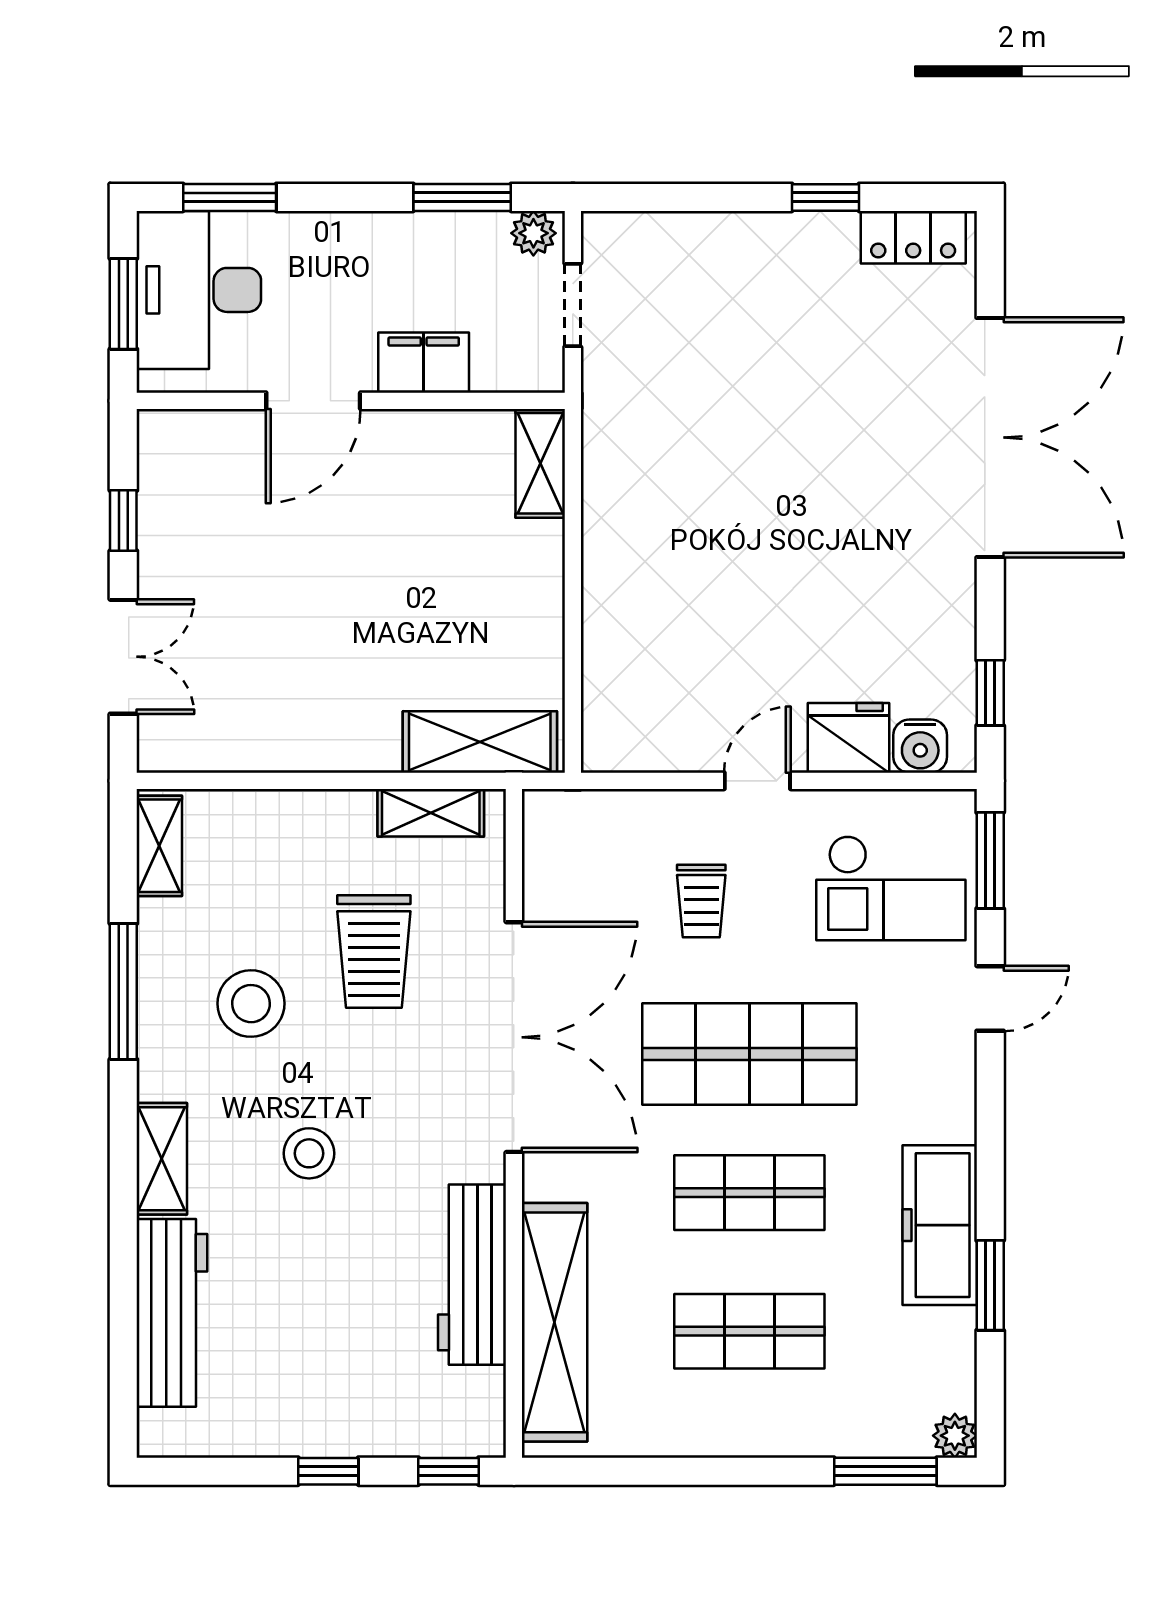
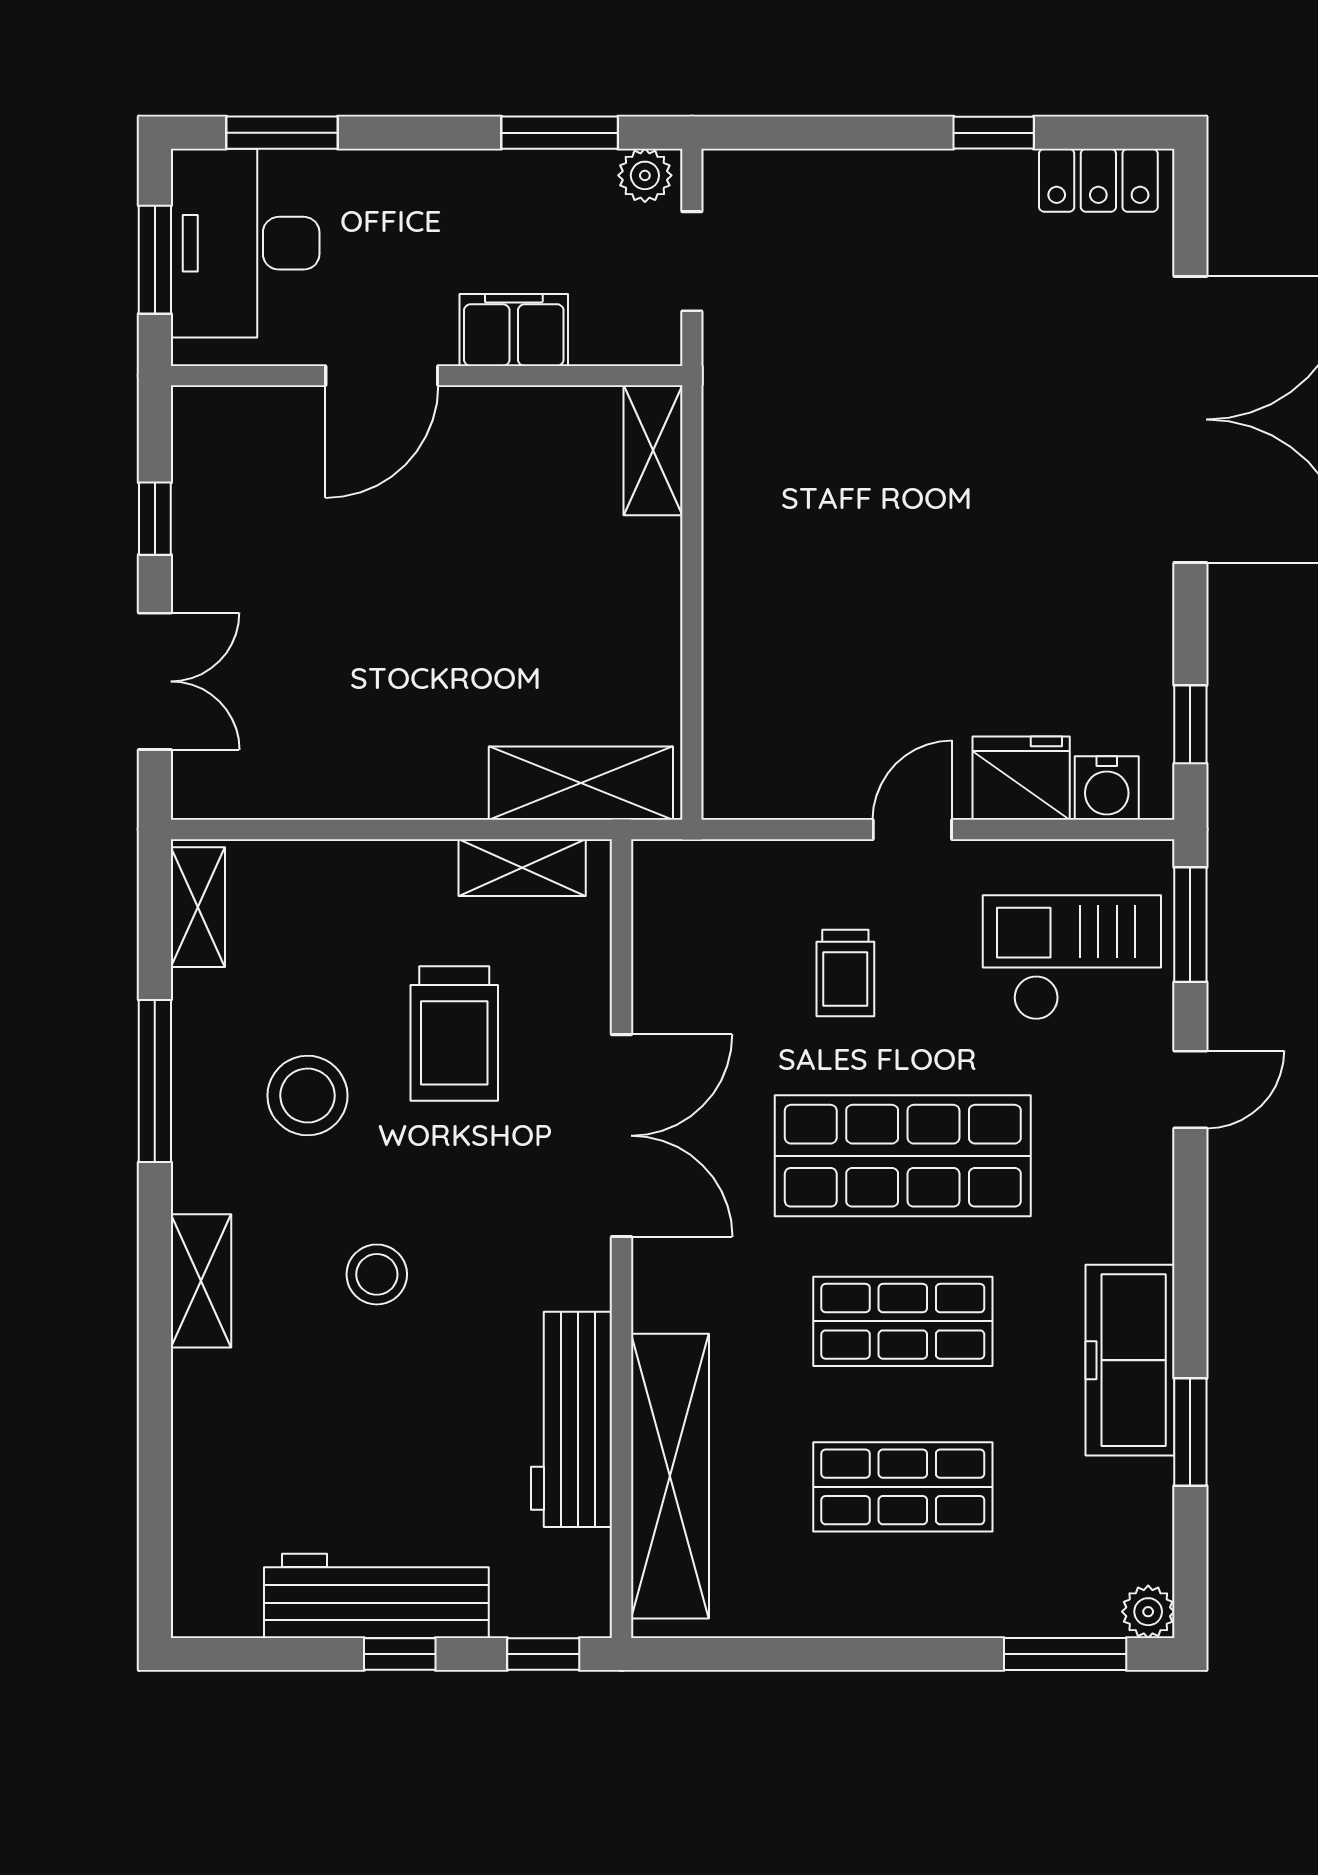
checkout: (891, 888) -> (1072, 958), turned 180
double door: (514, 1037) -> (622, 1136), width x0.73
workbench: (172, 1313) -> (376, 1596), moved, turned -90

